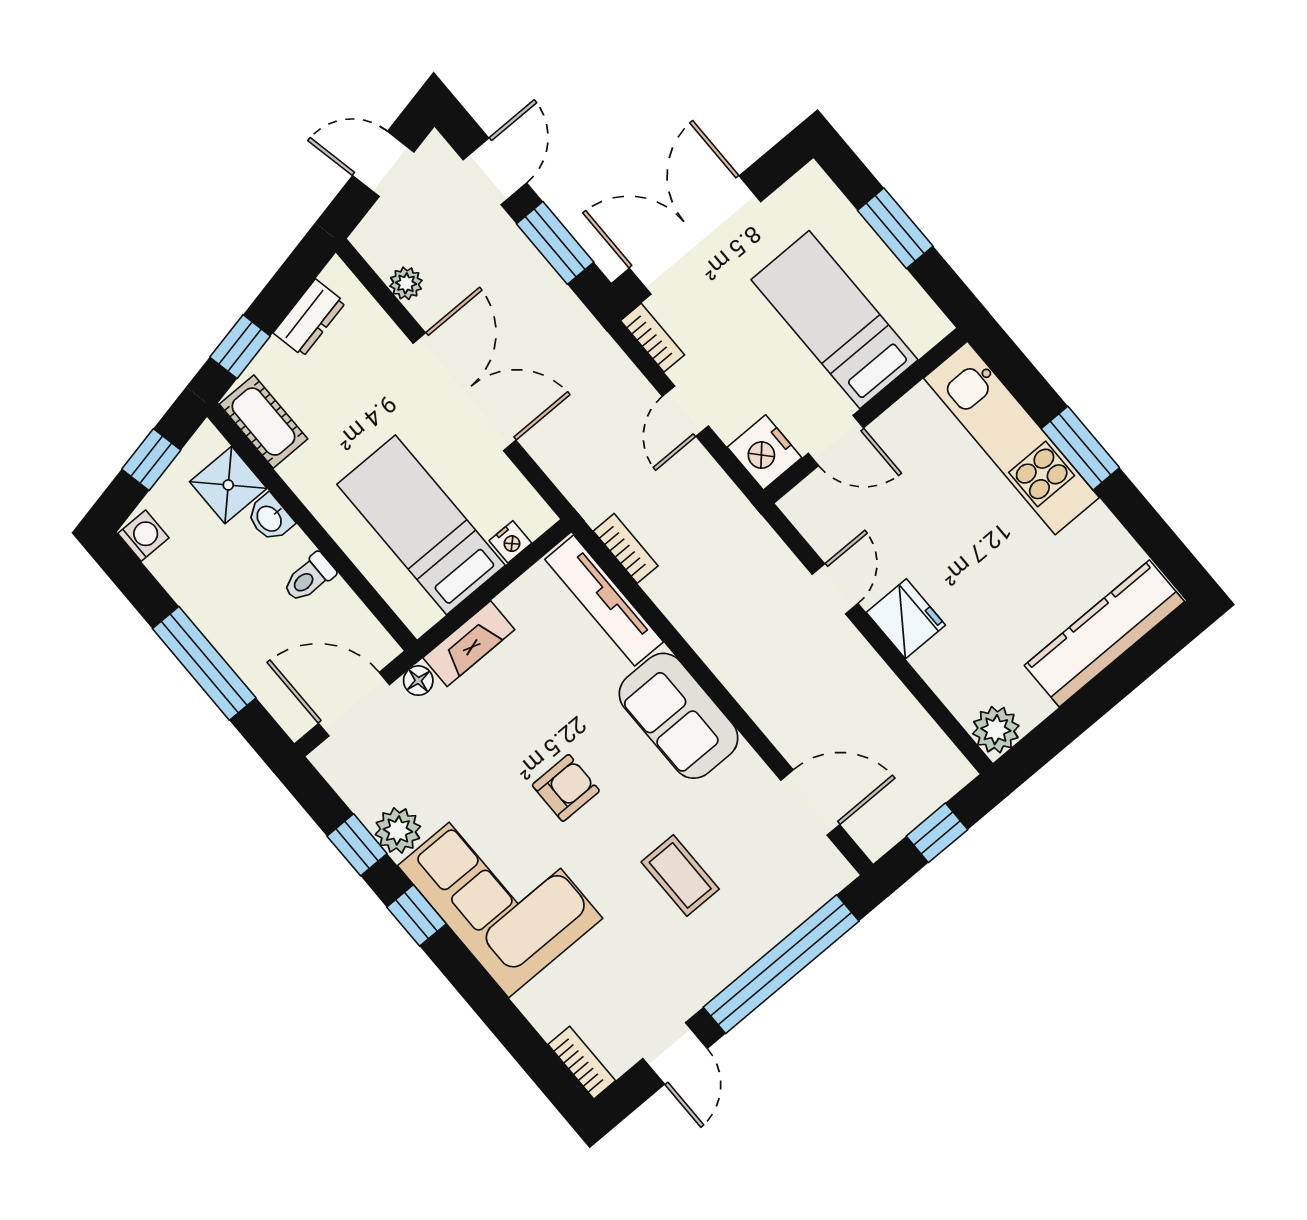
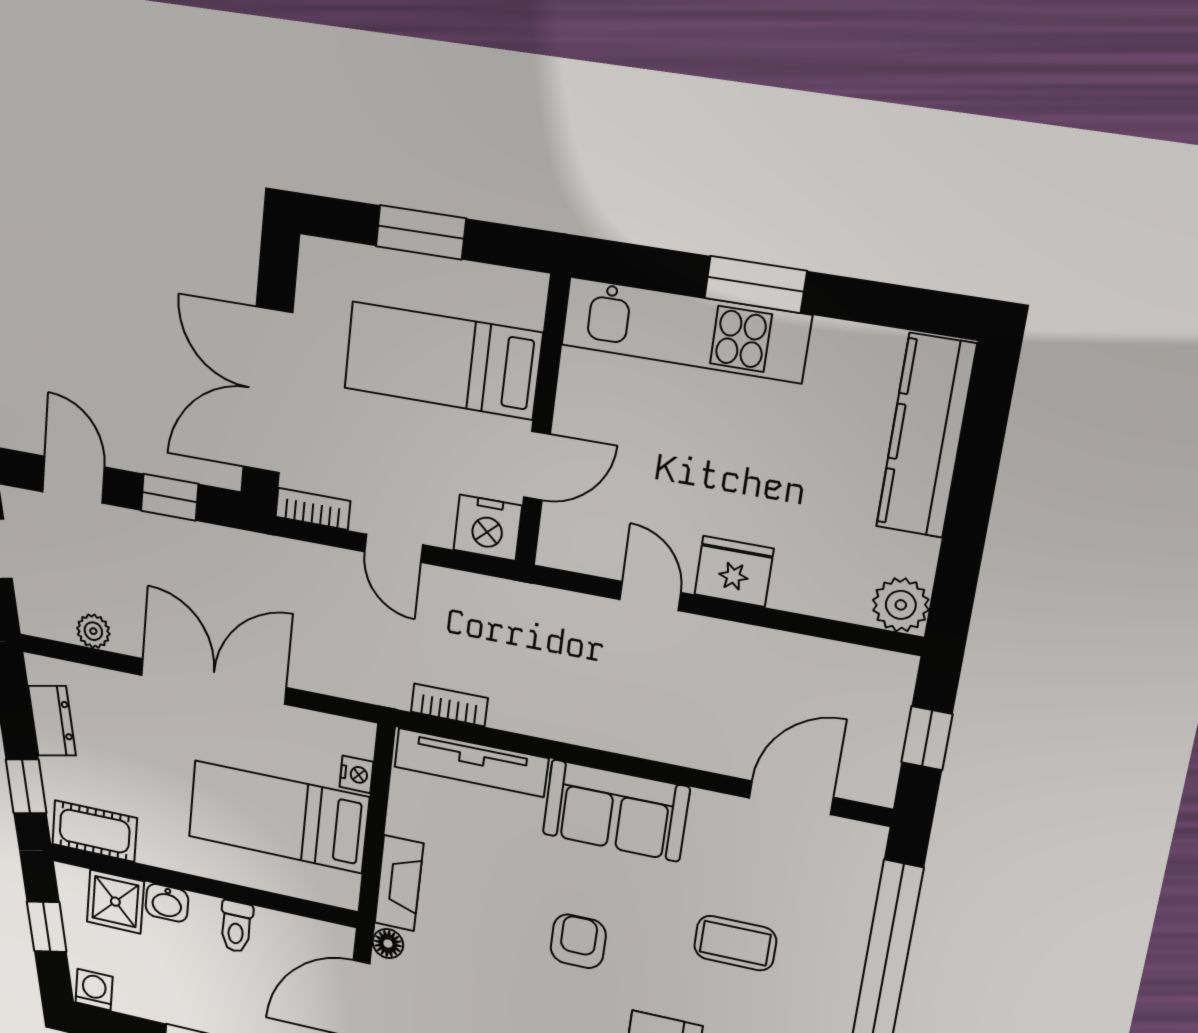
window: (555, 243) -> (170, 497), width x0.67

